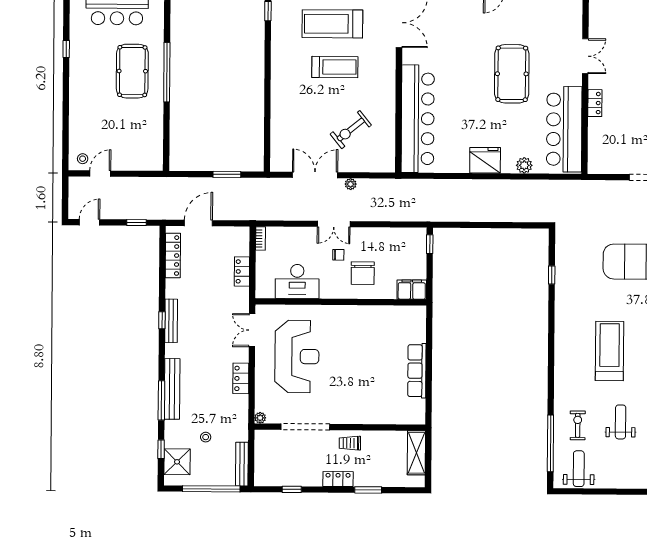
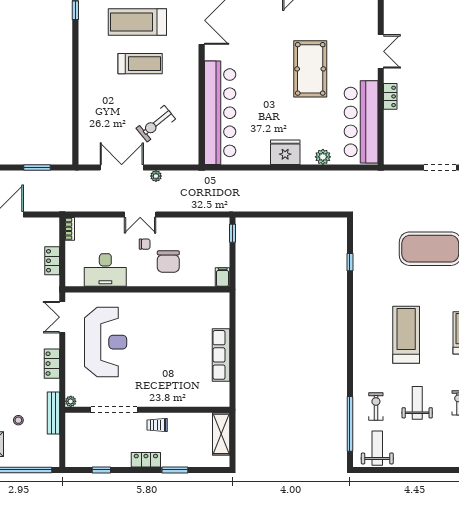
filing cabinet: (412, 290) -> (223, 277), width x0.50
bench: (242, 464) -> (53, 413), moved

